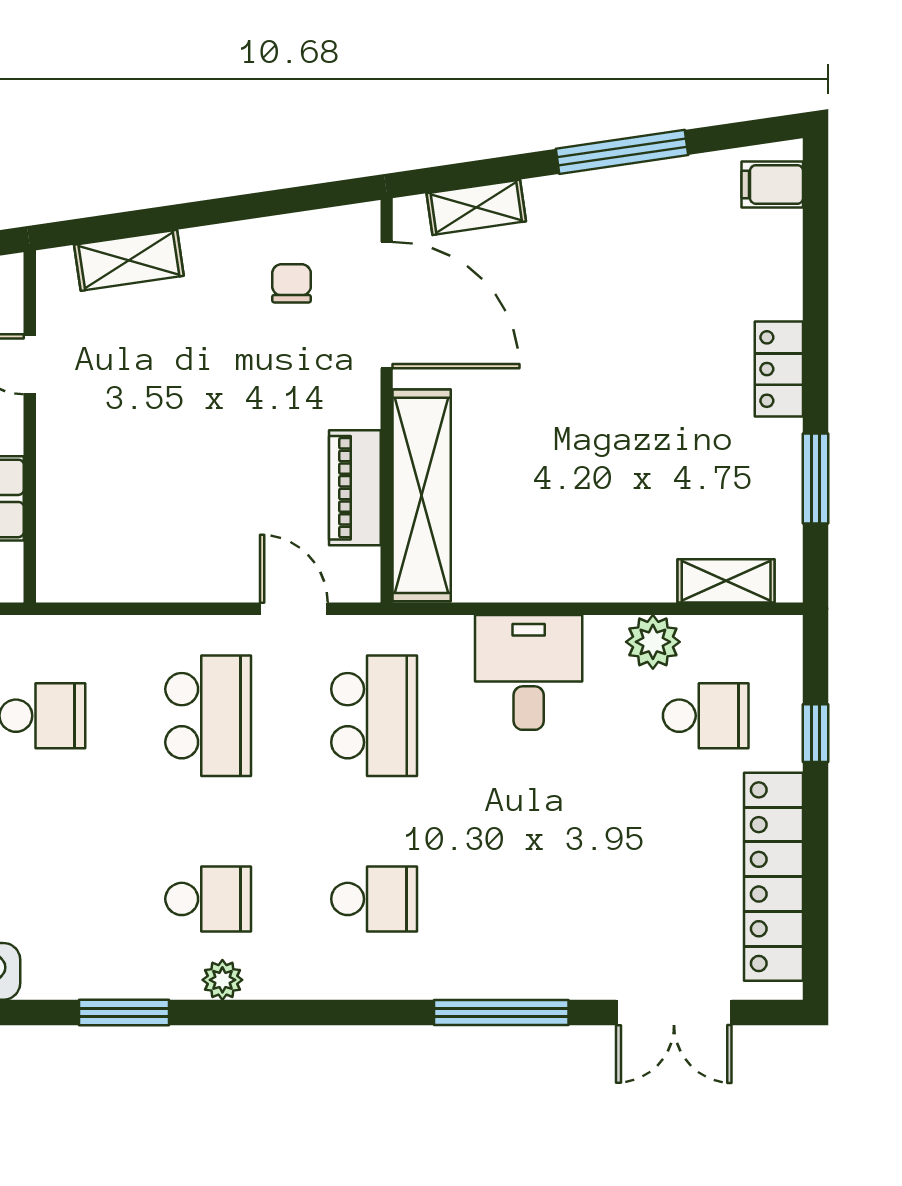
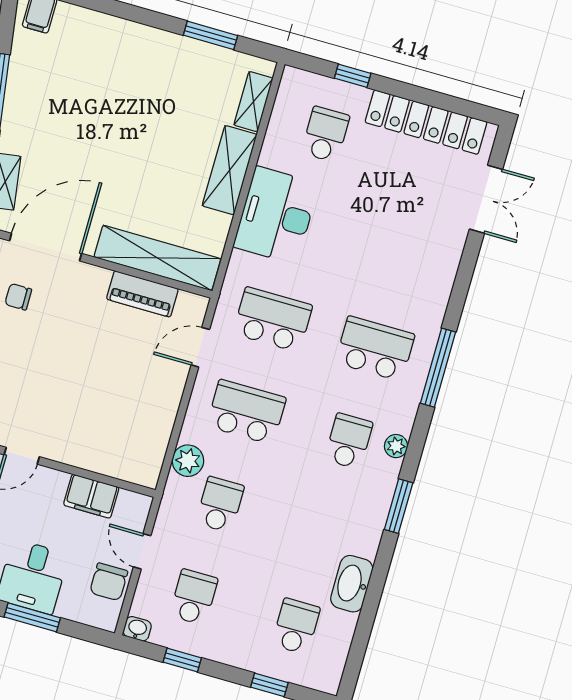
locker: (779, 369) -> (144, 38), removed
shelving: (601, 574) -> (230, 170), added
plant: (653, 642) -> (188, 461), moved
desk: (529, 672) -> (276, 215), width x1.37
school desk: (374, 899) -> (375, 349), width x1.85
window: (501, 1012) -> (438, 368), moved

